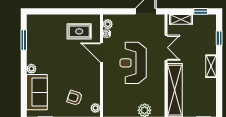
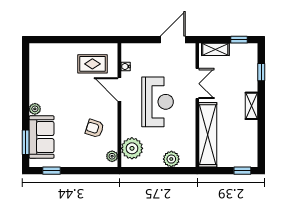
plant: (108, 24) -> (132, 148), moved, width x1.88, depth x1.88
window: (24, 40) -> (26, 142), moved
reception desk: (133, 63) -> (158, 102), turned 180
armchair: (75, 98) -> (95, 128), moved

